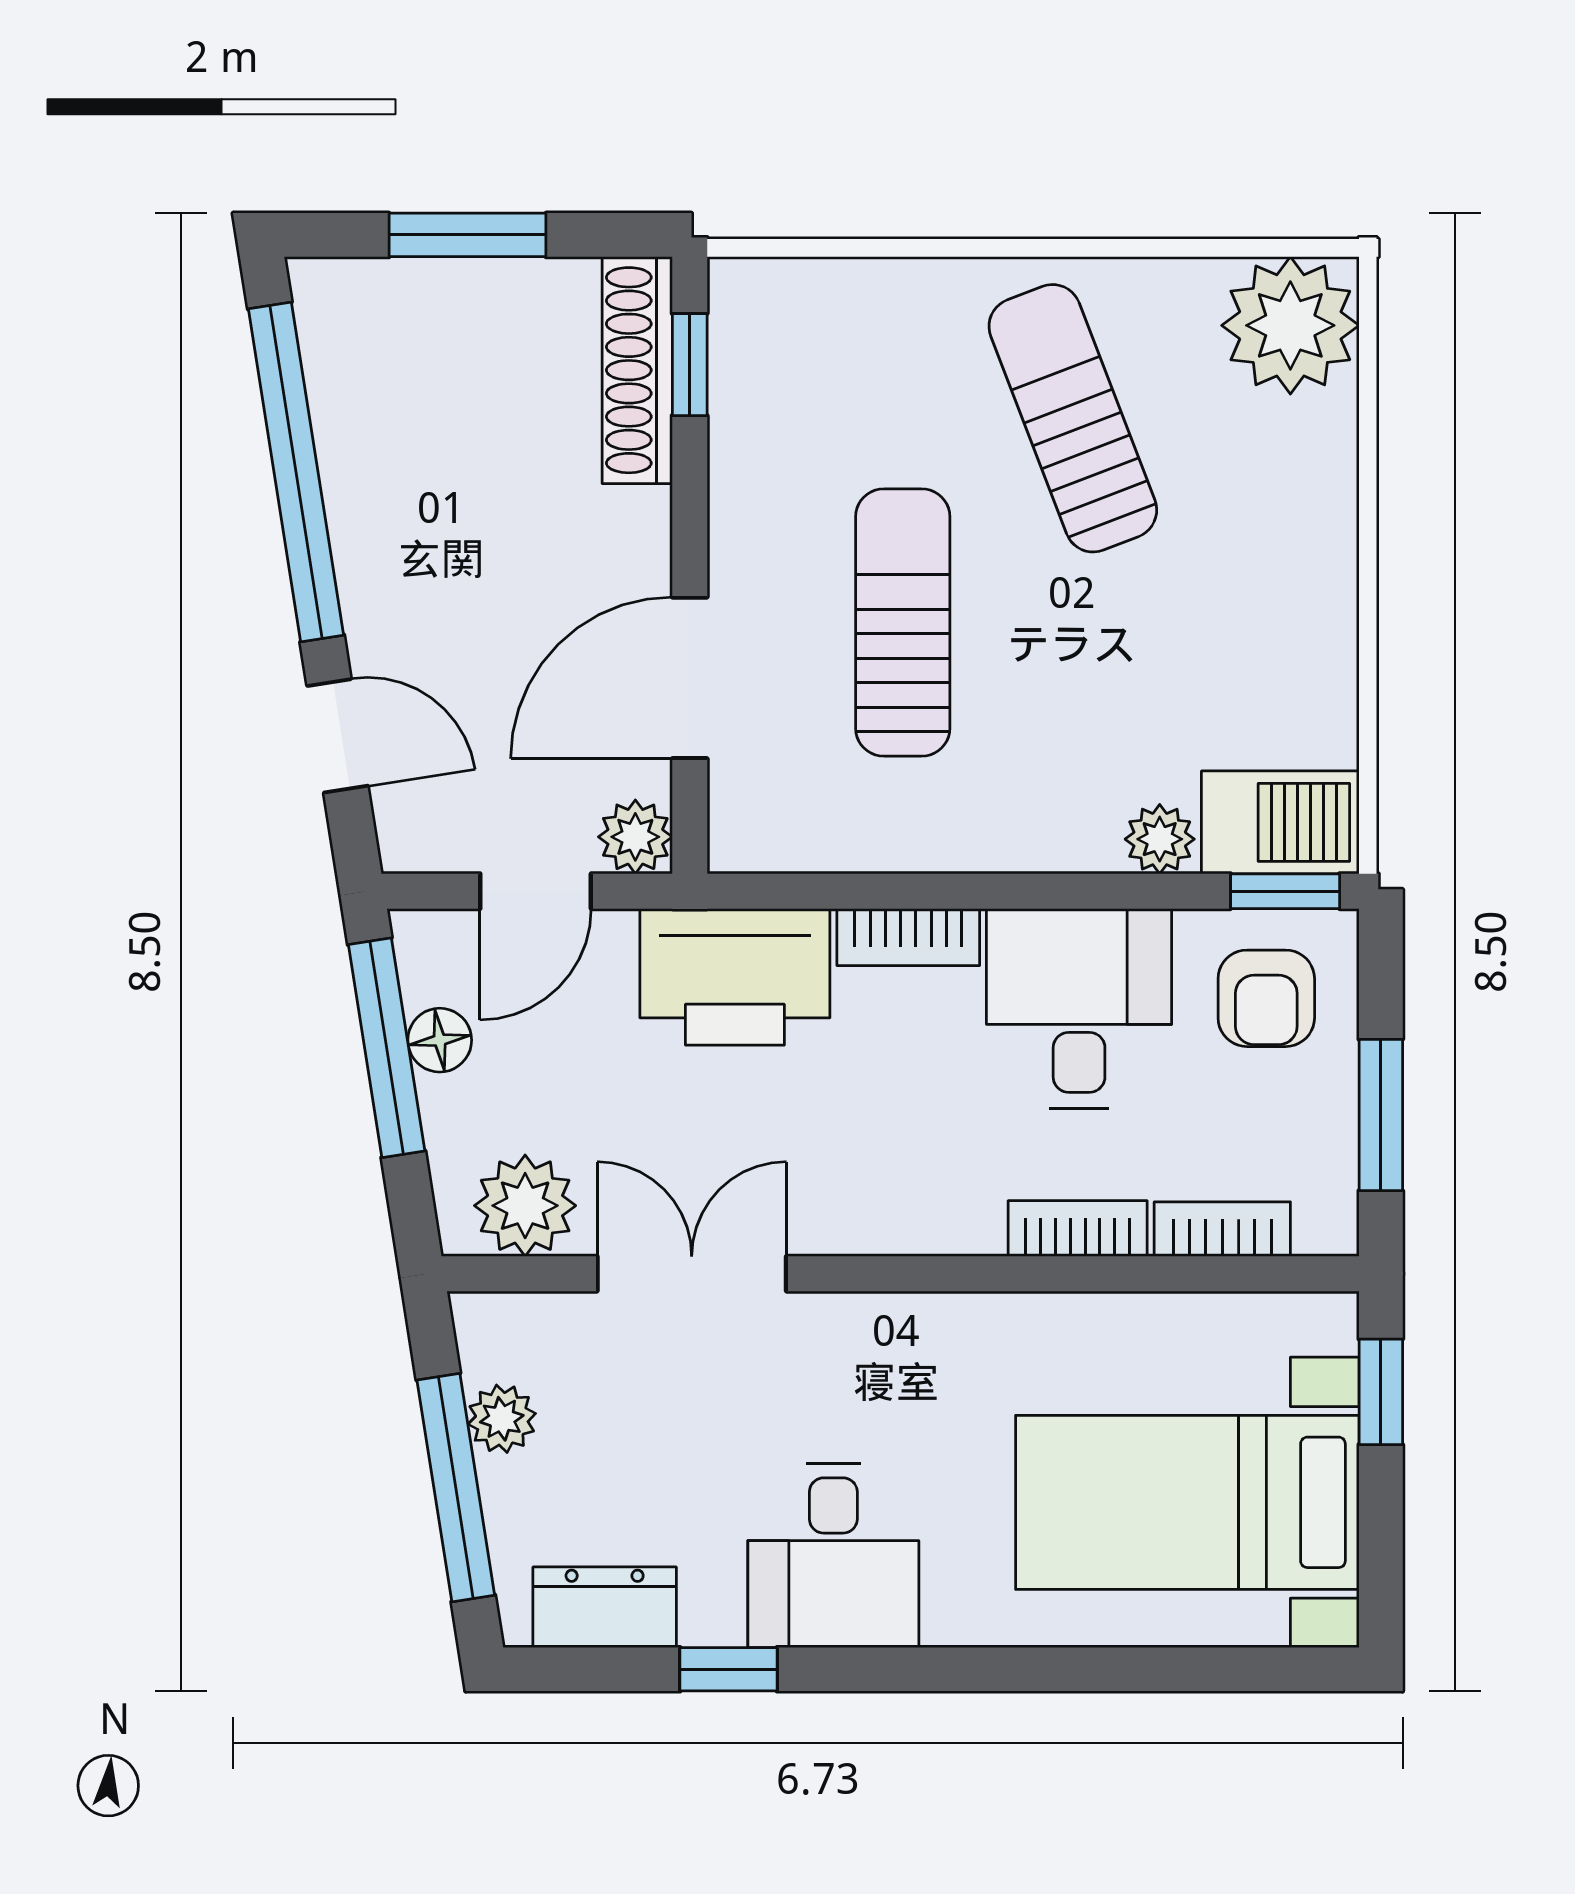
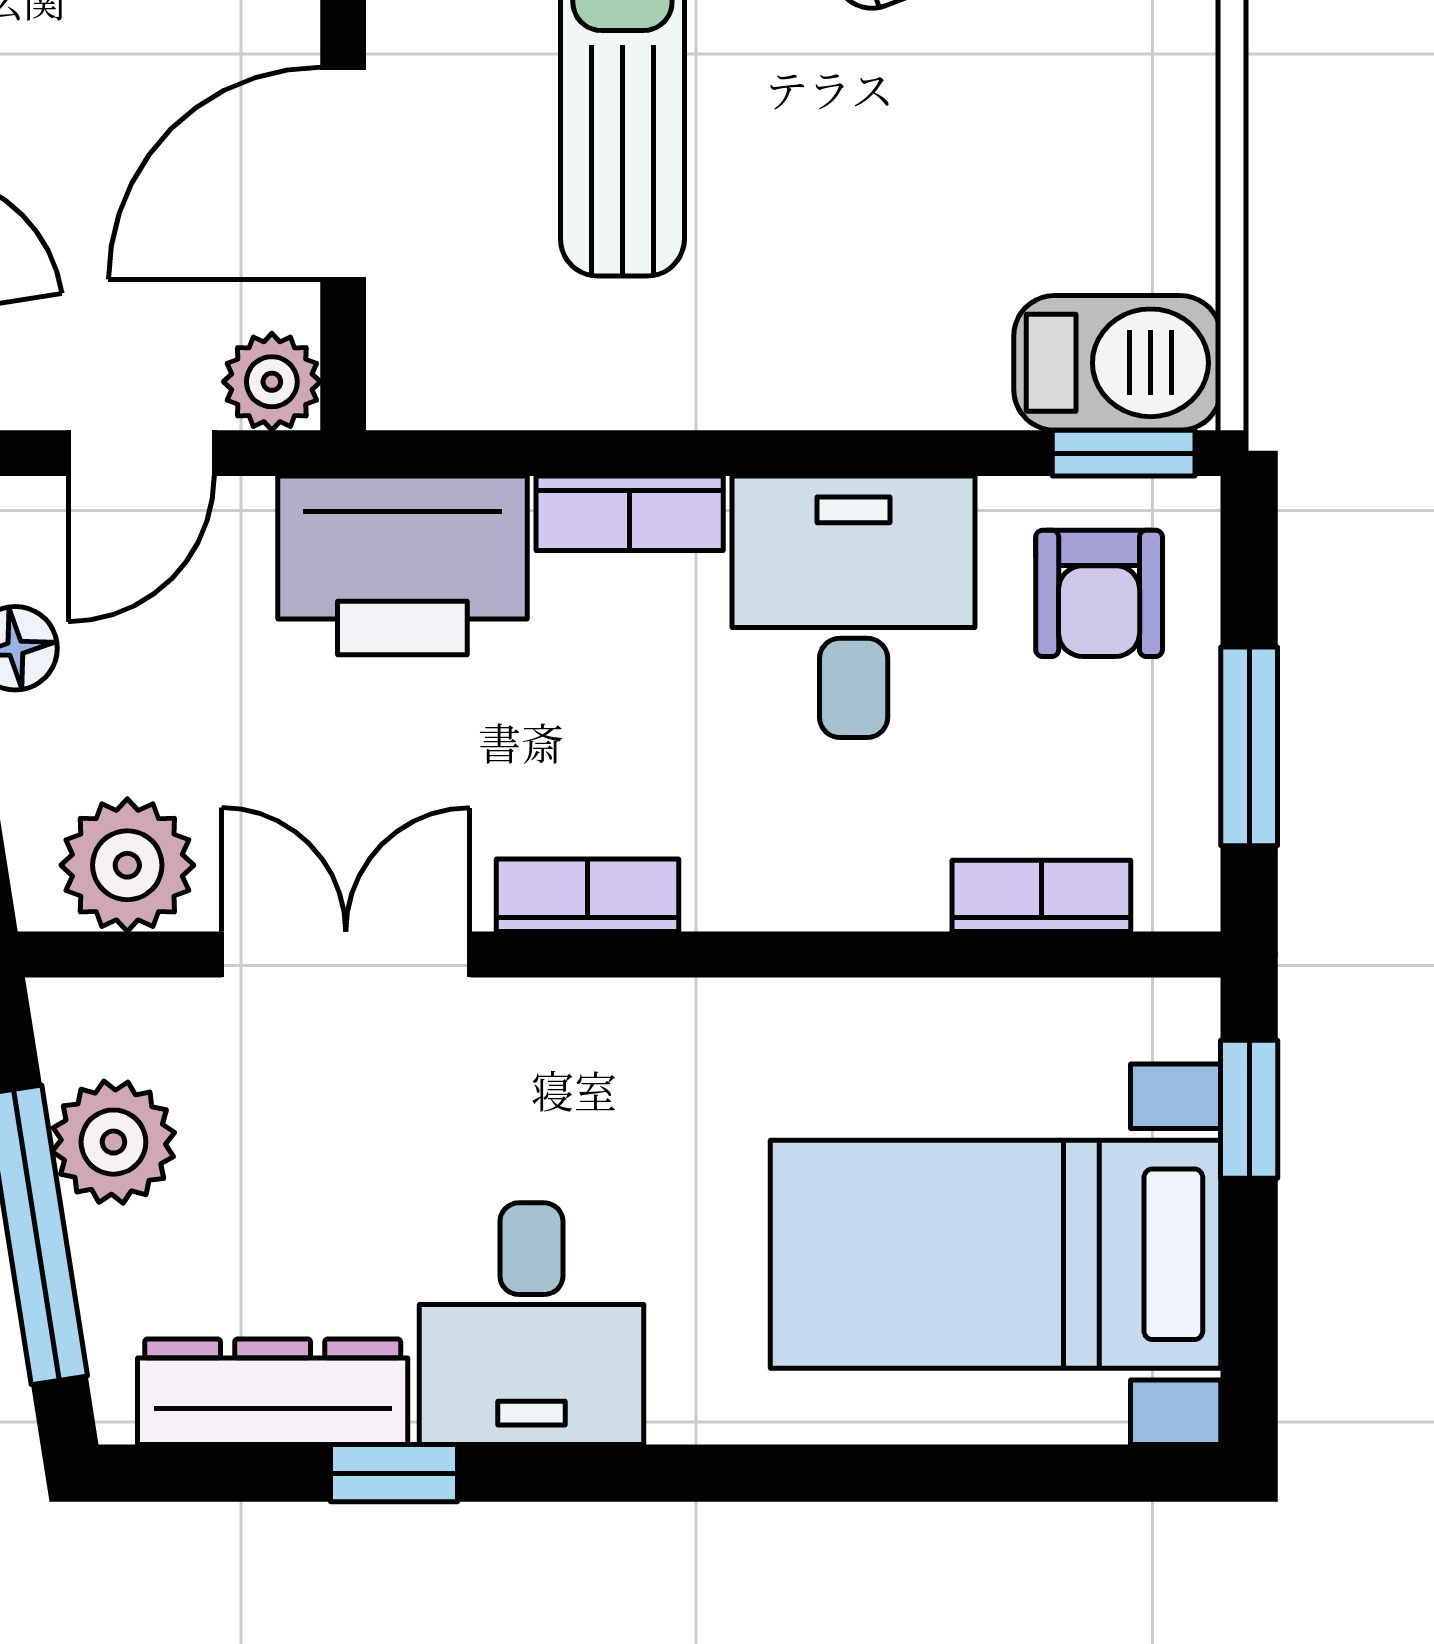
plant: (1160, 839) -> (959, 385), removed
bookcase: (1078, 1229) -> (587, 895), moved
plant: (502, 1419) -> (113, 1142), width x1.38, depth x1.38
dresser: (605, 1607) -> (273, 1392), width x1.44

